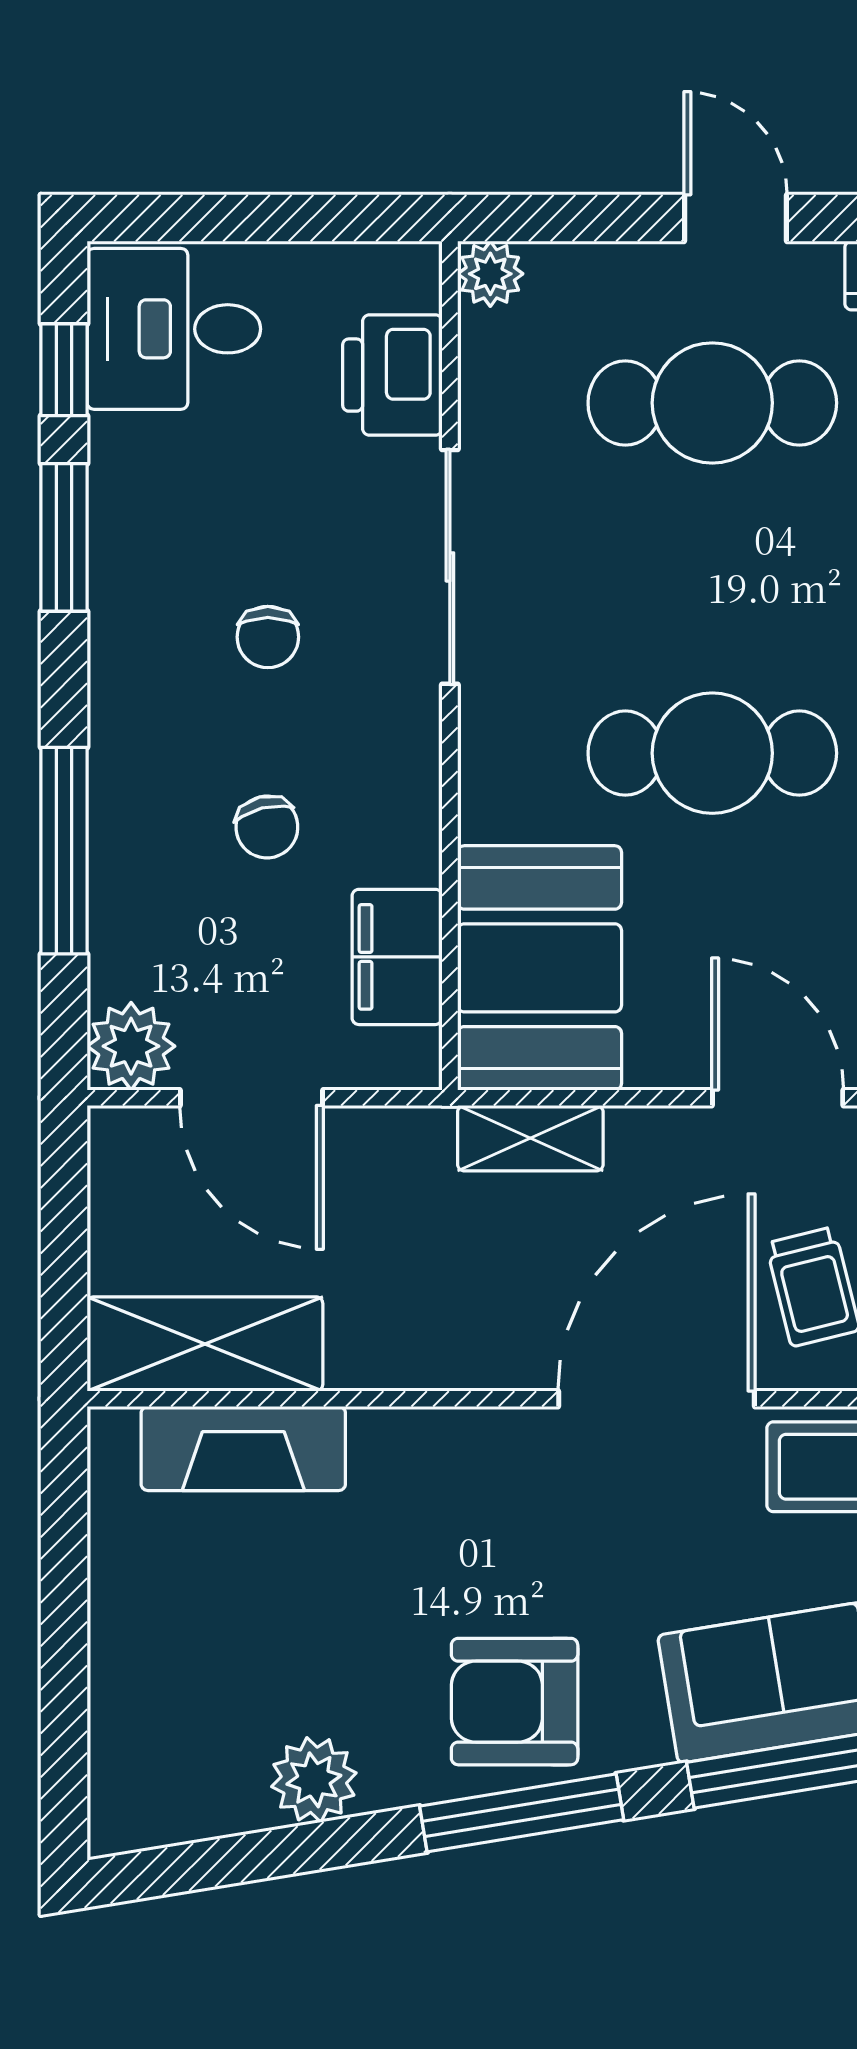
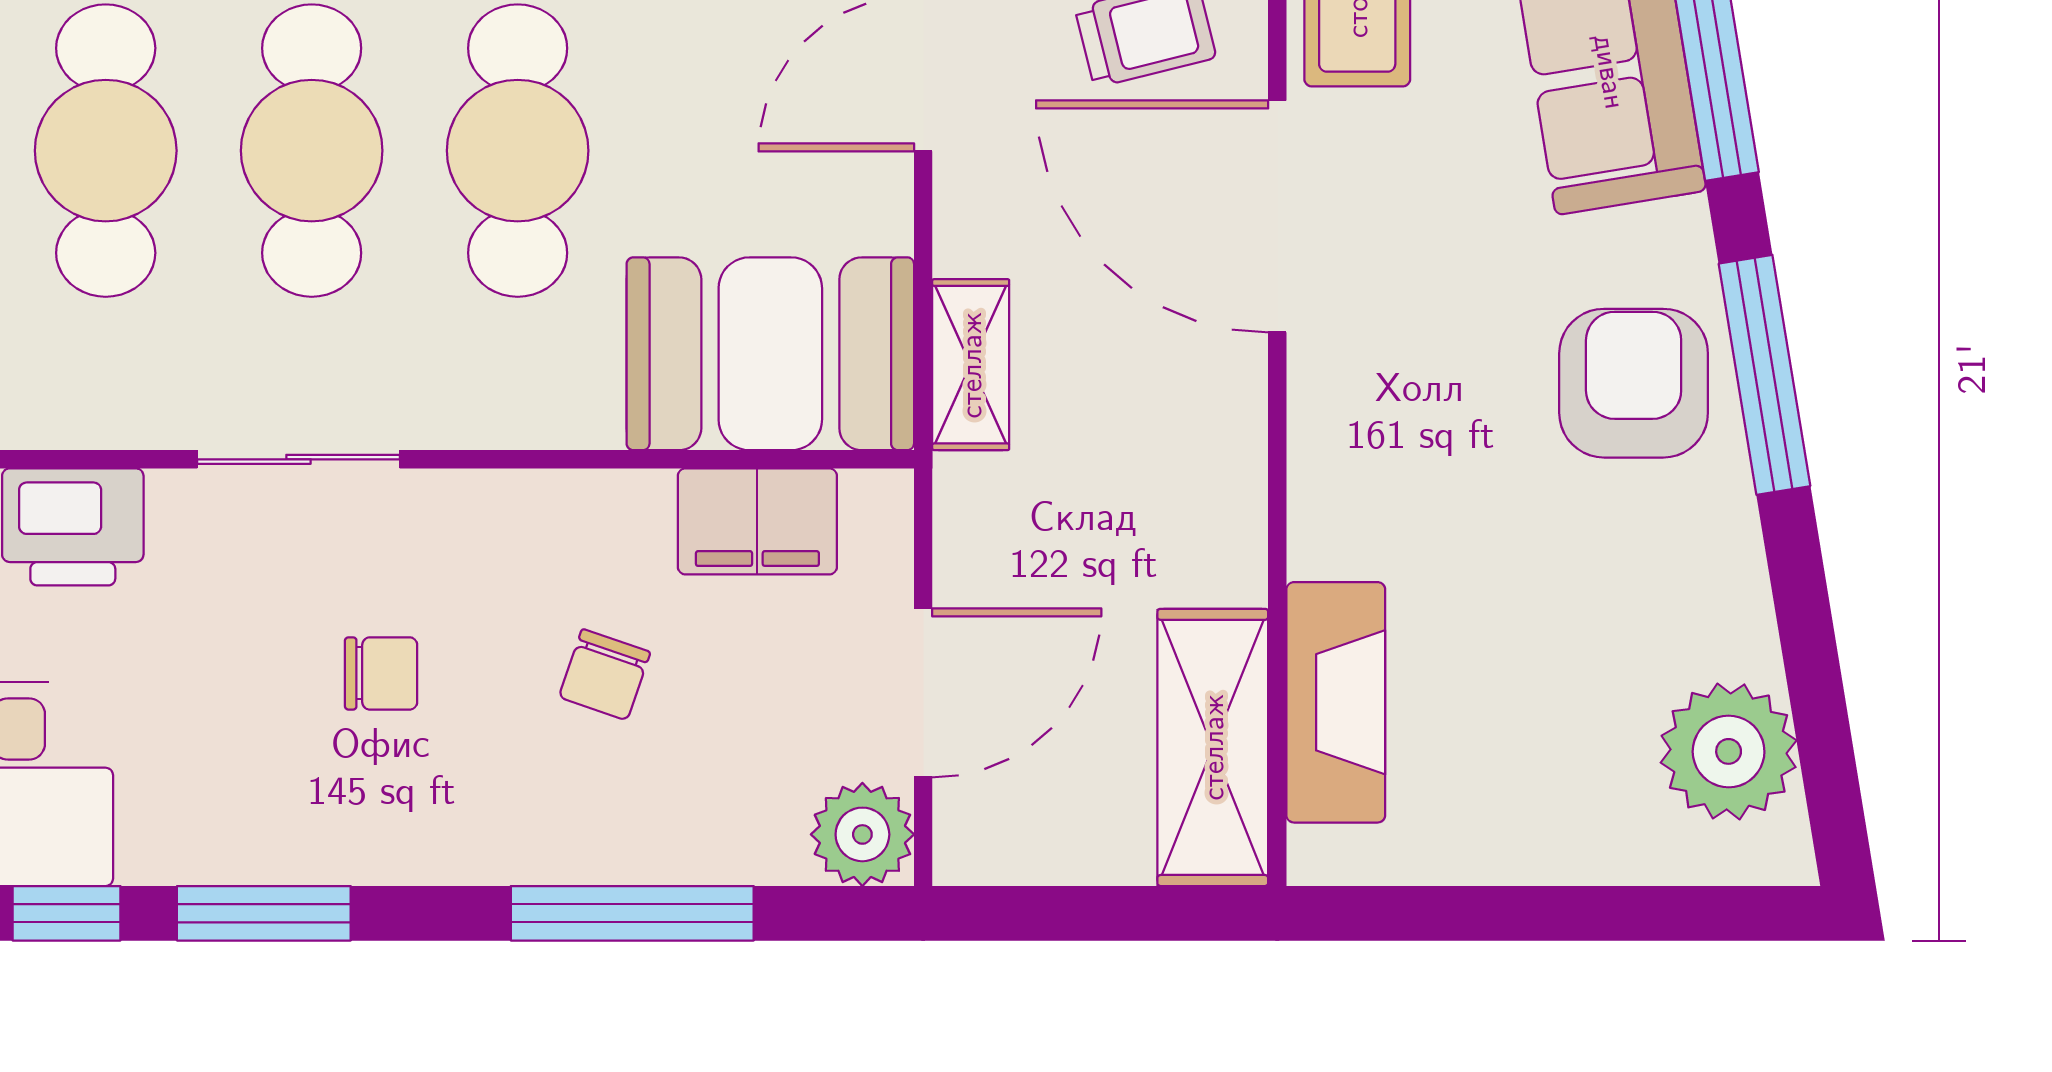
sliding door: (450, 567) -> (299, 459), width x0.73
cafe table: (712, 578) -> (312, 151), added
chair: (267, 827) -> (605, 675), turned 123
armchair: (515, 1702) -> (1634, 383), turned 180
plant: (314, 1780) -> (1729, 751), moved, width x1.36, depth x1.36

